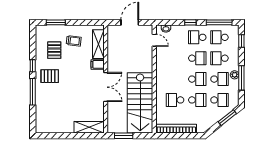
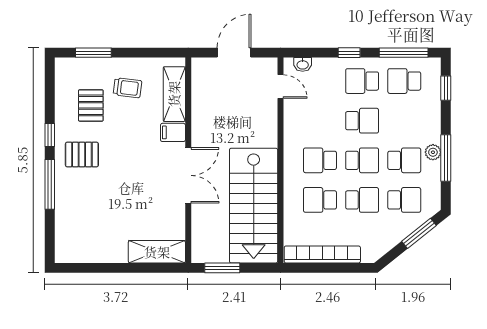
school desk: (219, 58) -> (320, 160), moved

